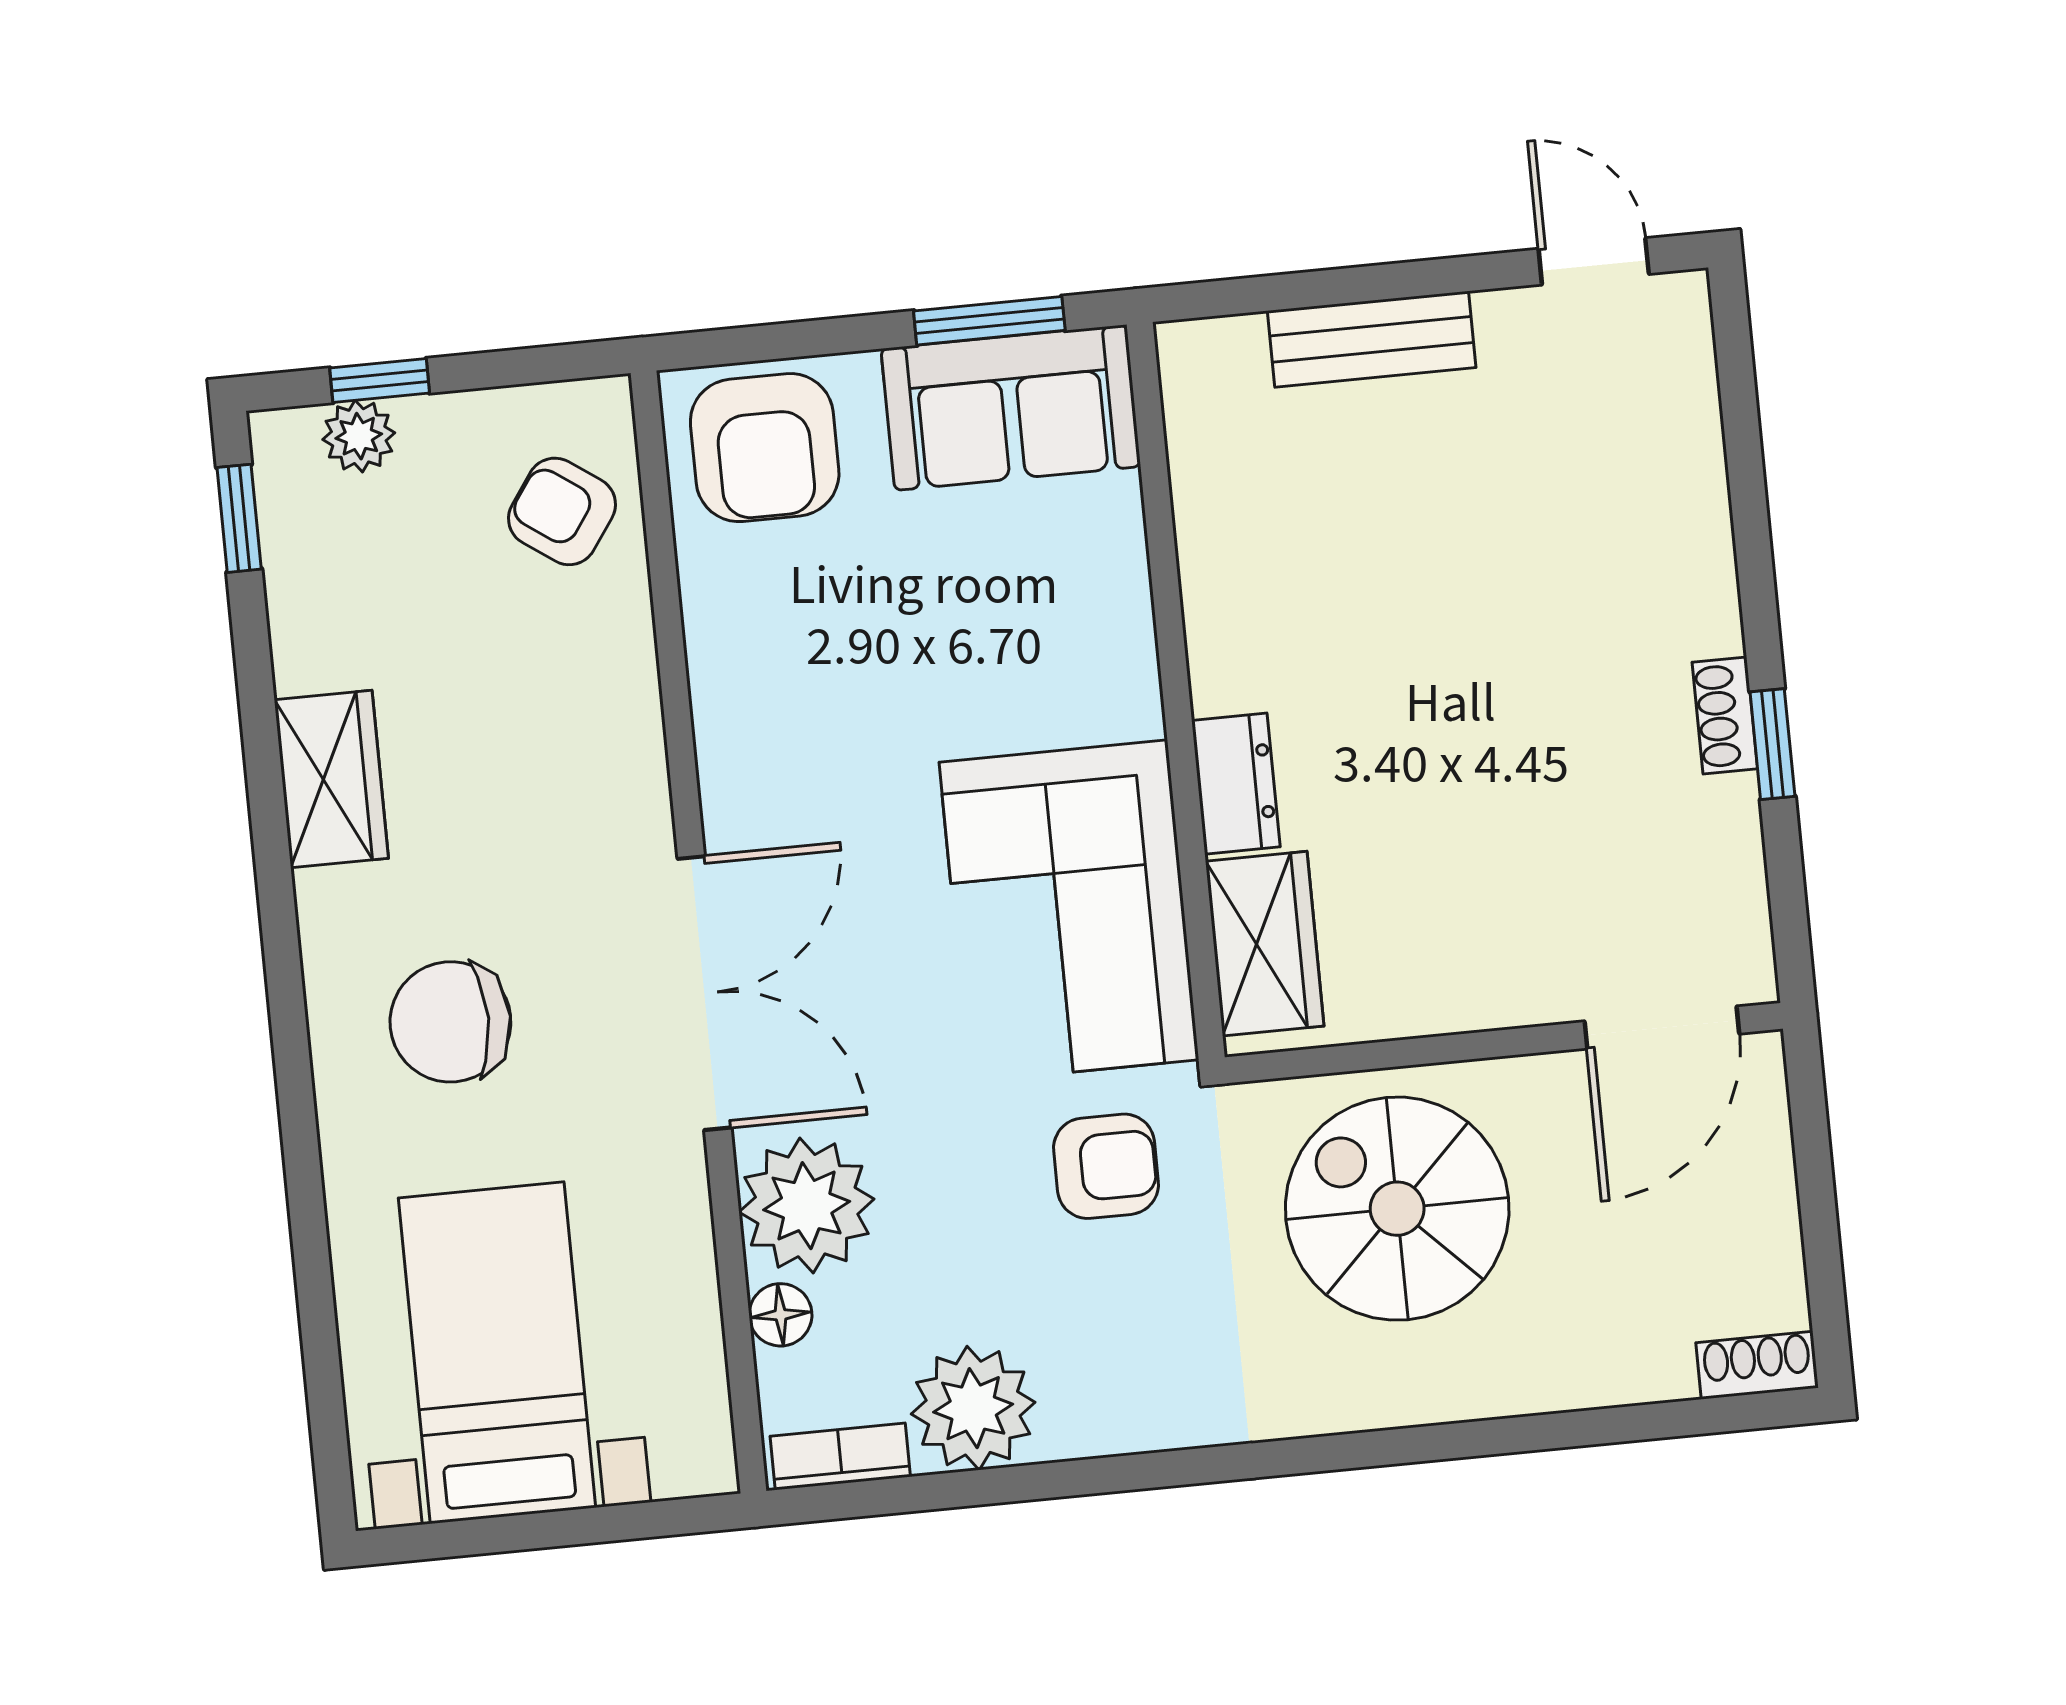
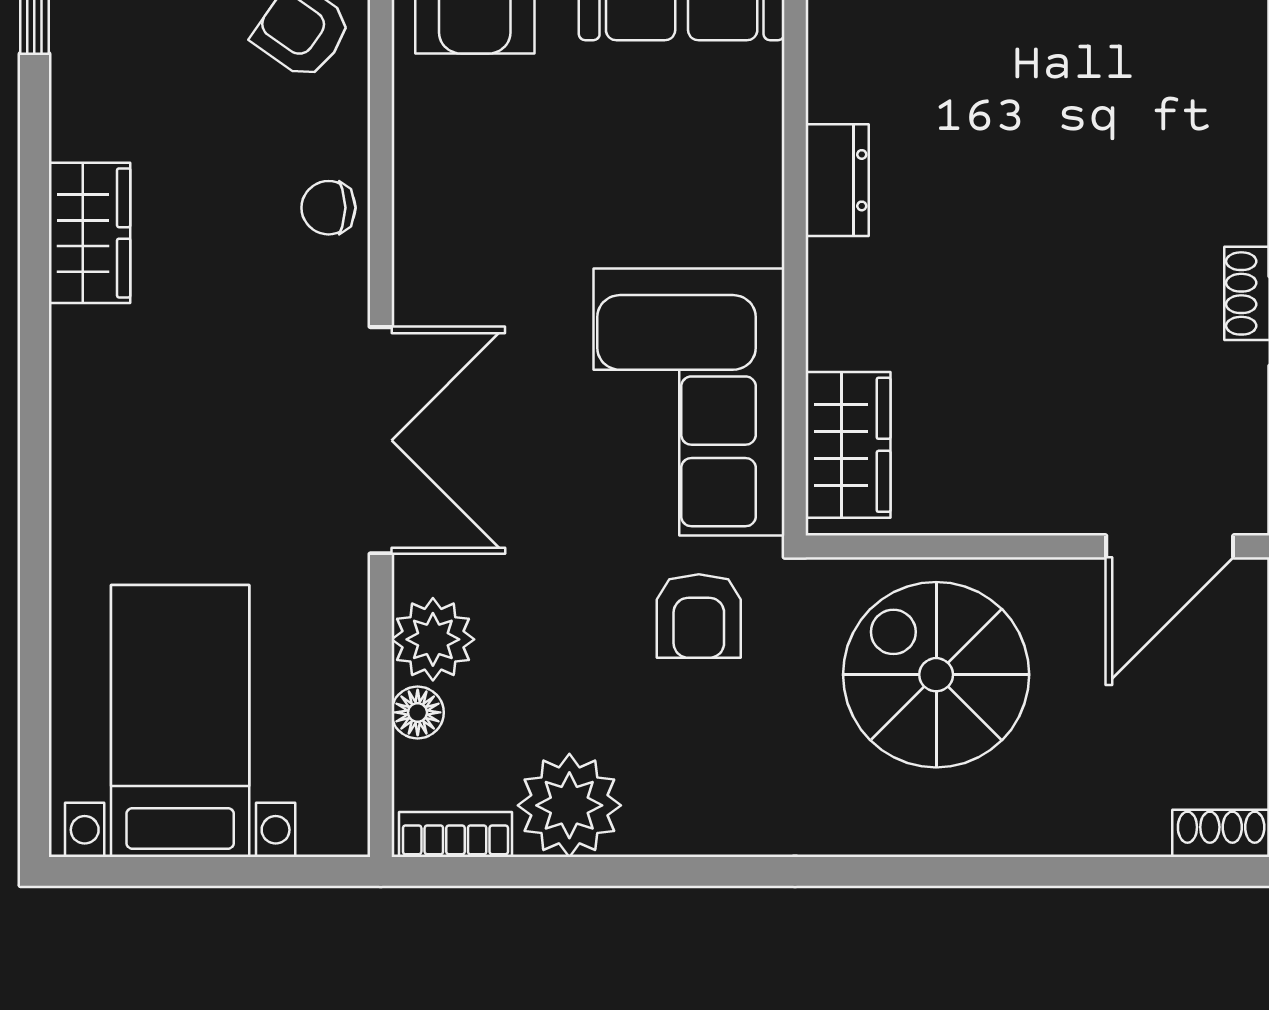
dresser: (1236, 784) -> (837, 180), moved
chair: (450, 1022) -> (328, 208), moved, width x0.54, depth x0.54
armchair: (1106, 1166) -> (699, 616), turned 90
plant: (807, 1206) -> (433, 639), width x0.73, depth x0.73

